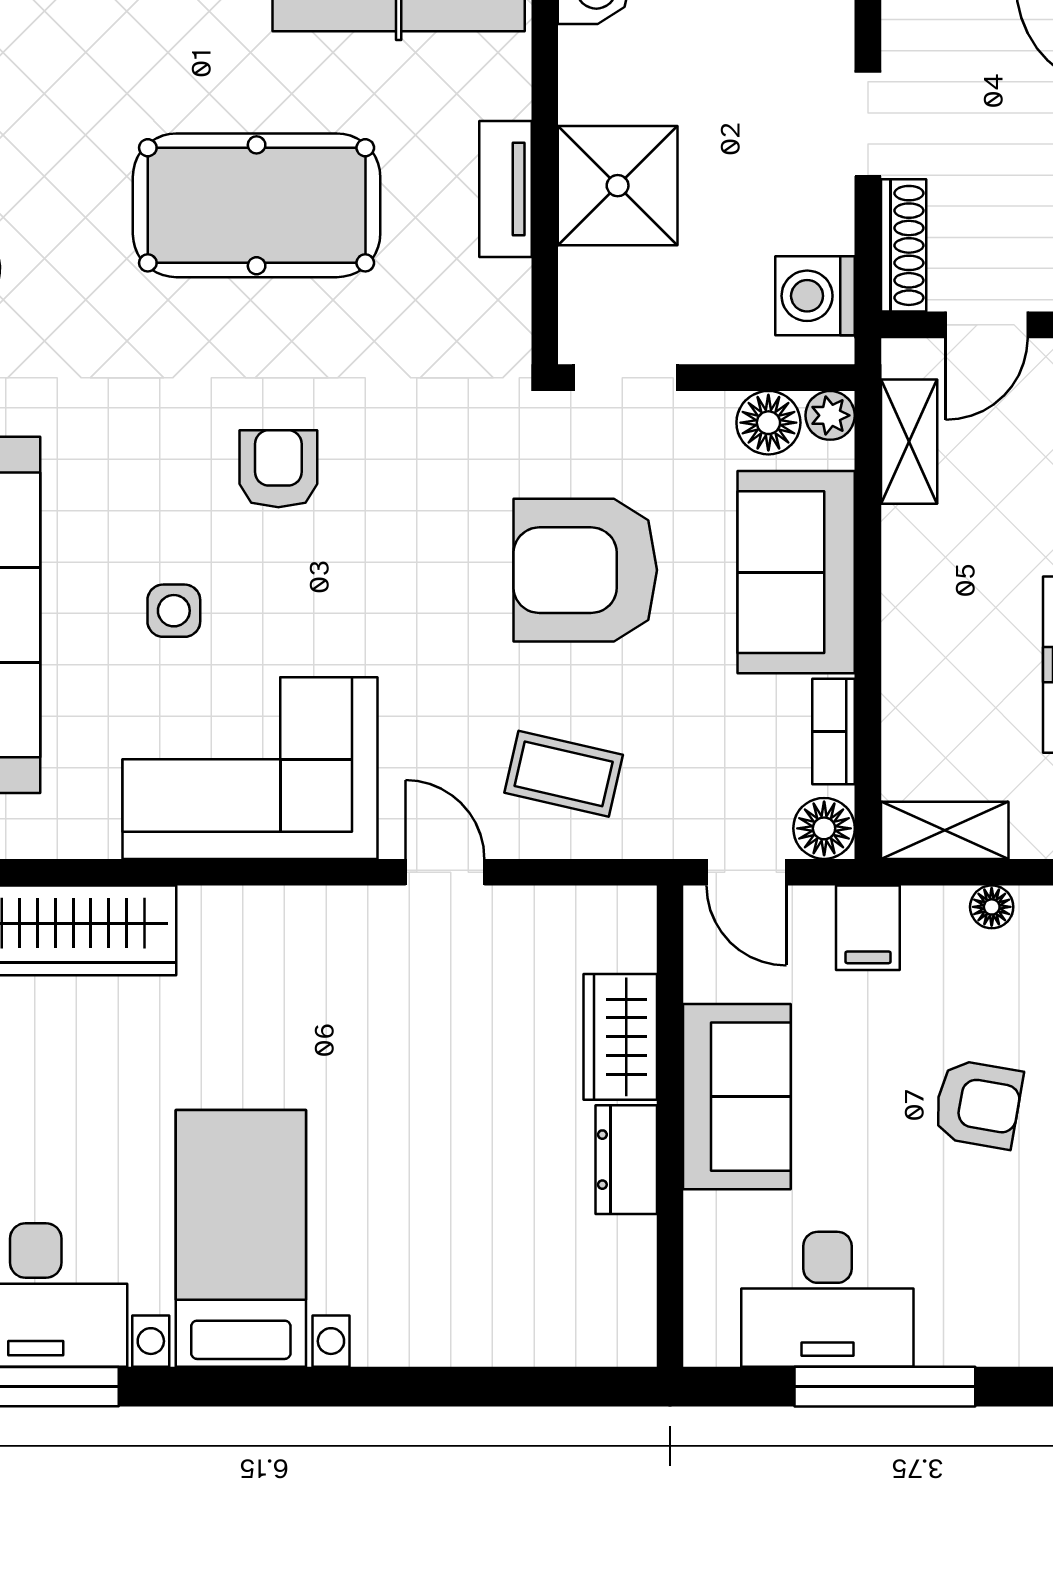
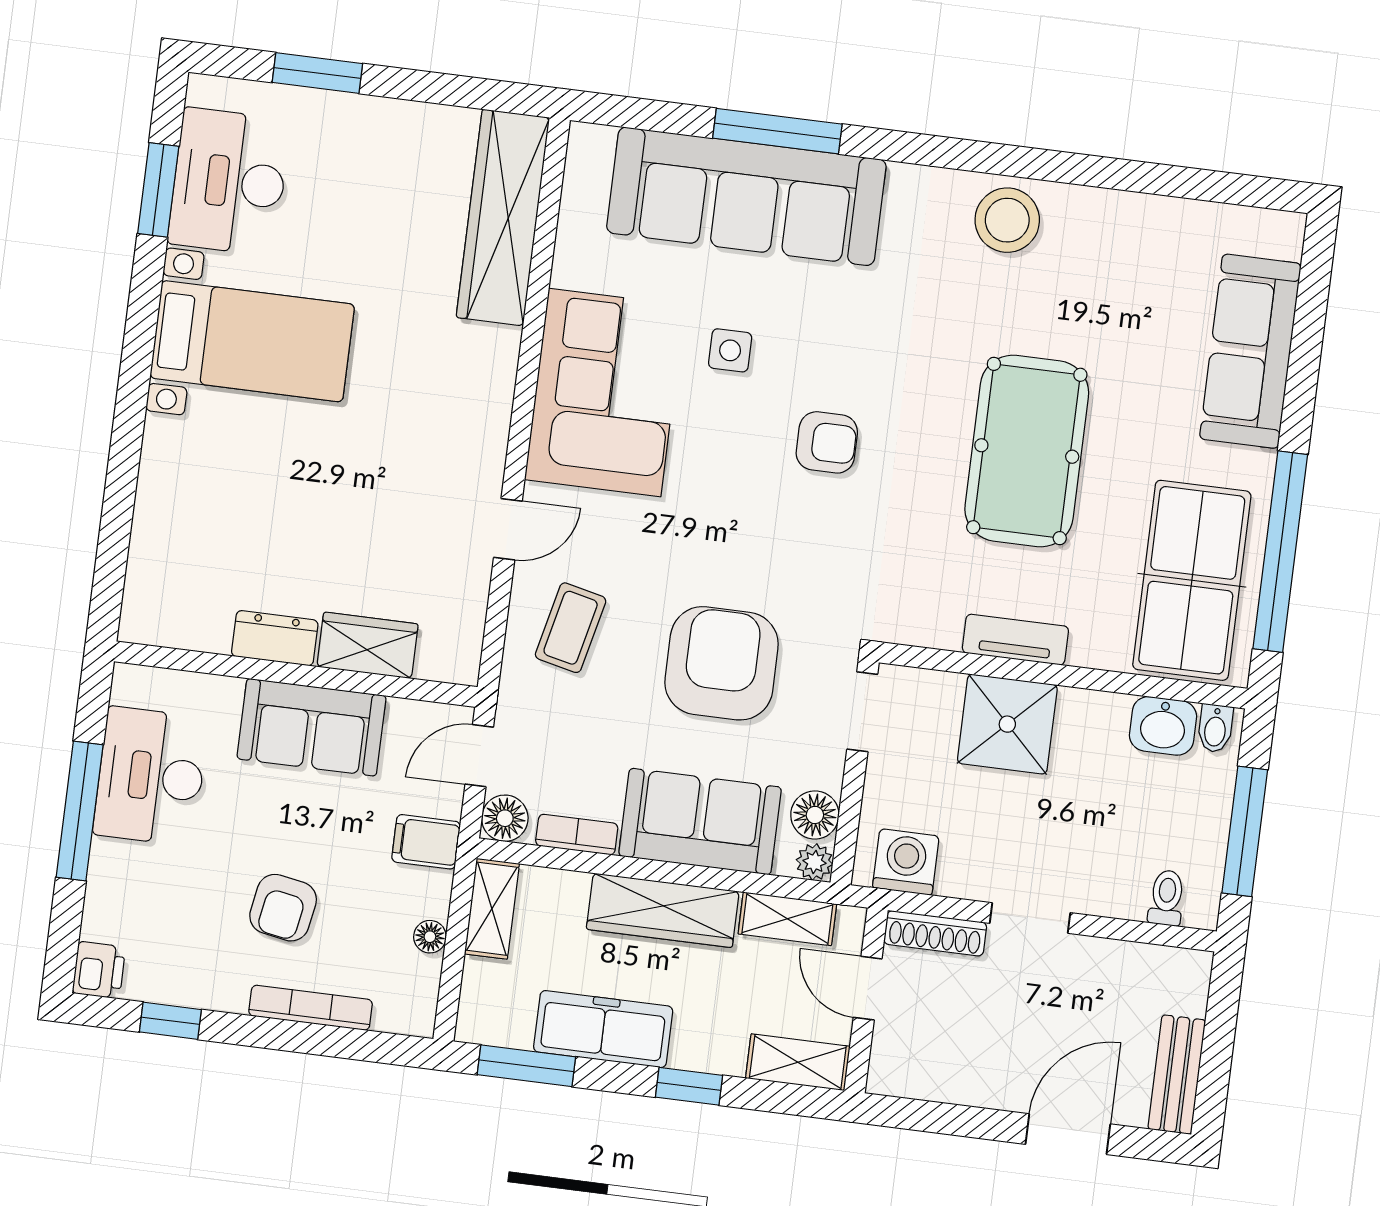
wardrobe: (919, 606) -> (663, 910), added

